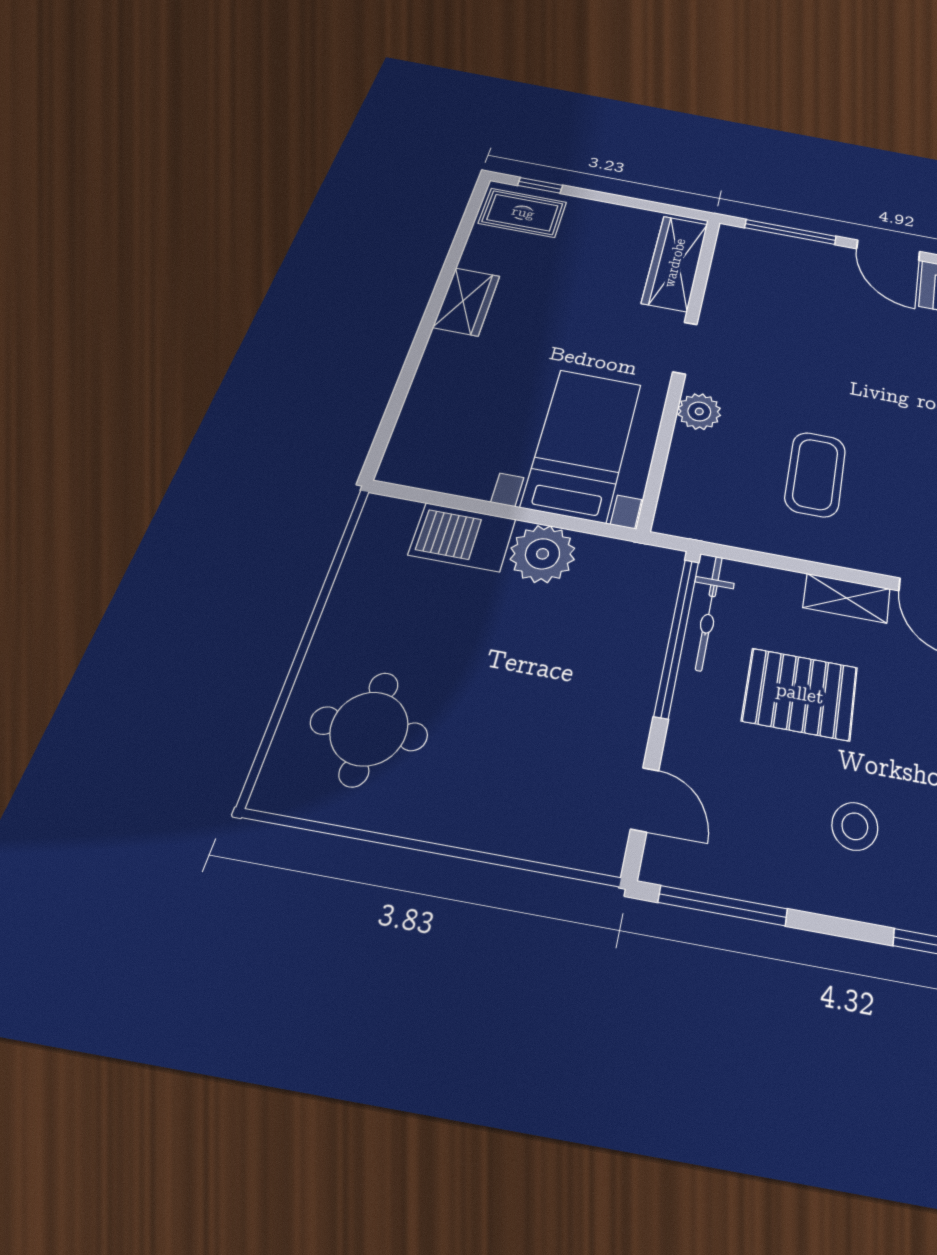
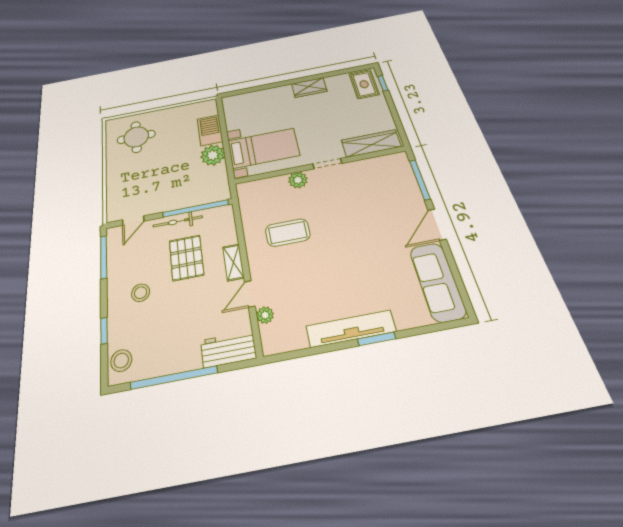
bicycle: (709, 612) -> (178, 221), moved

